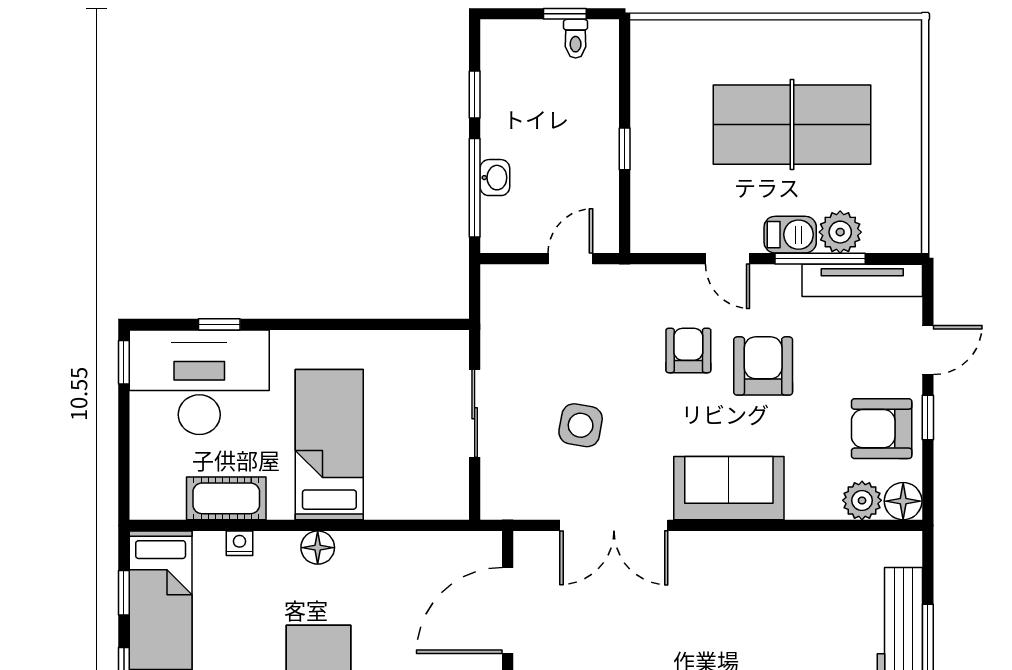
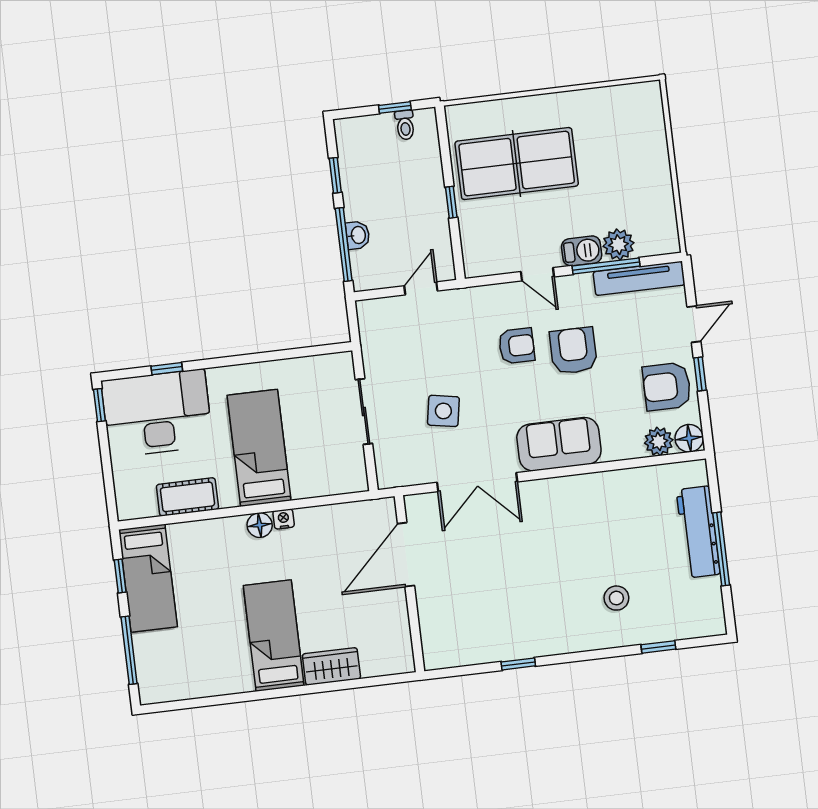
table tennis table: (792, 125) -> (517, 164), moved
armchair: (688, 350) -> (517, 346), turned 90
nightstand: (239, 543) -> (284, 519), moved

